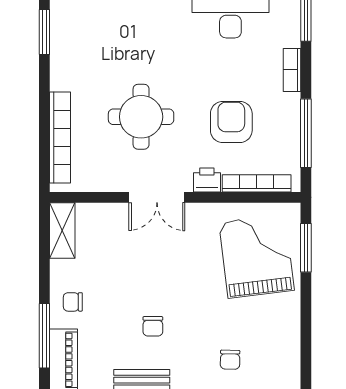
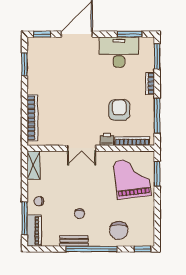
round table: (141, 117) -> (73, 107), removed
chair: (230, 360) -> (119, 231), width x1.87, depth x1.87

